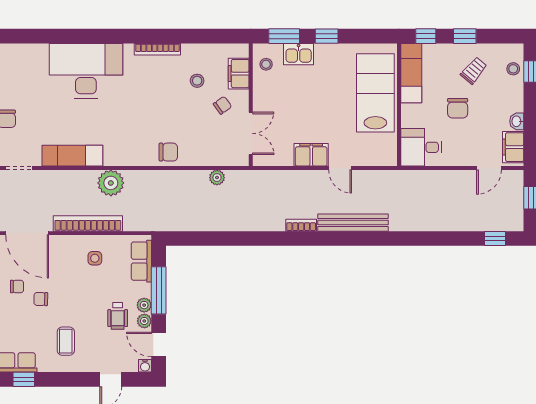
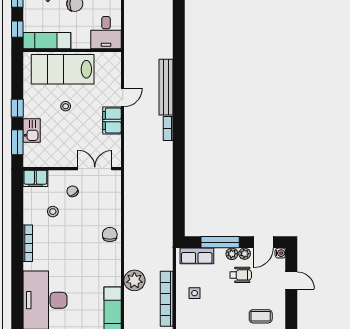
stool: (266, 64) -> (66, 106), moved
filing cabinet: (239, 74) -> (35, 178), moved
plant: (217, 178) -> (130, 196), removed

